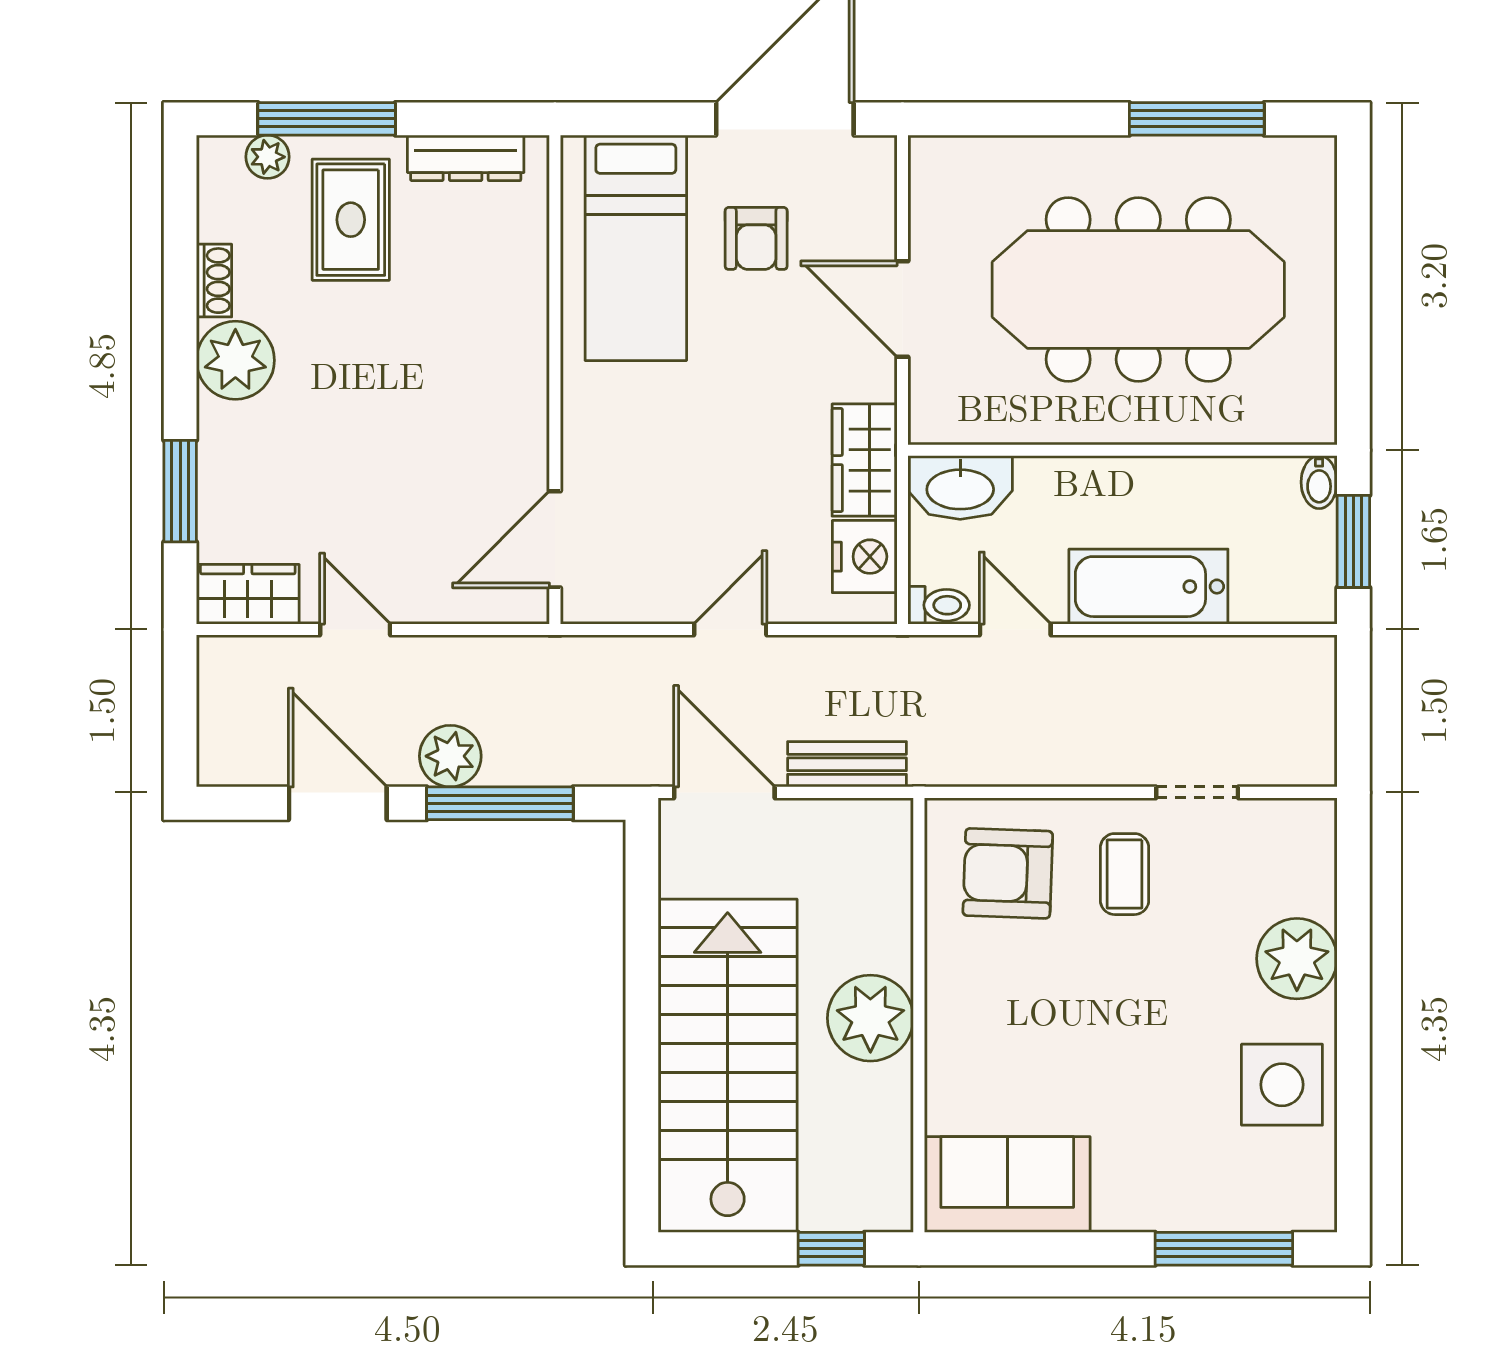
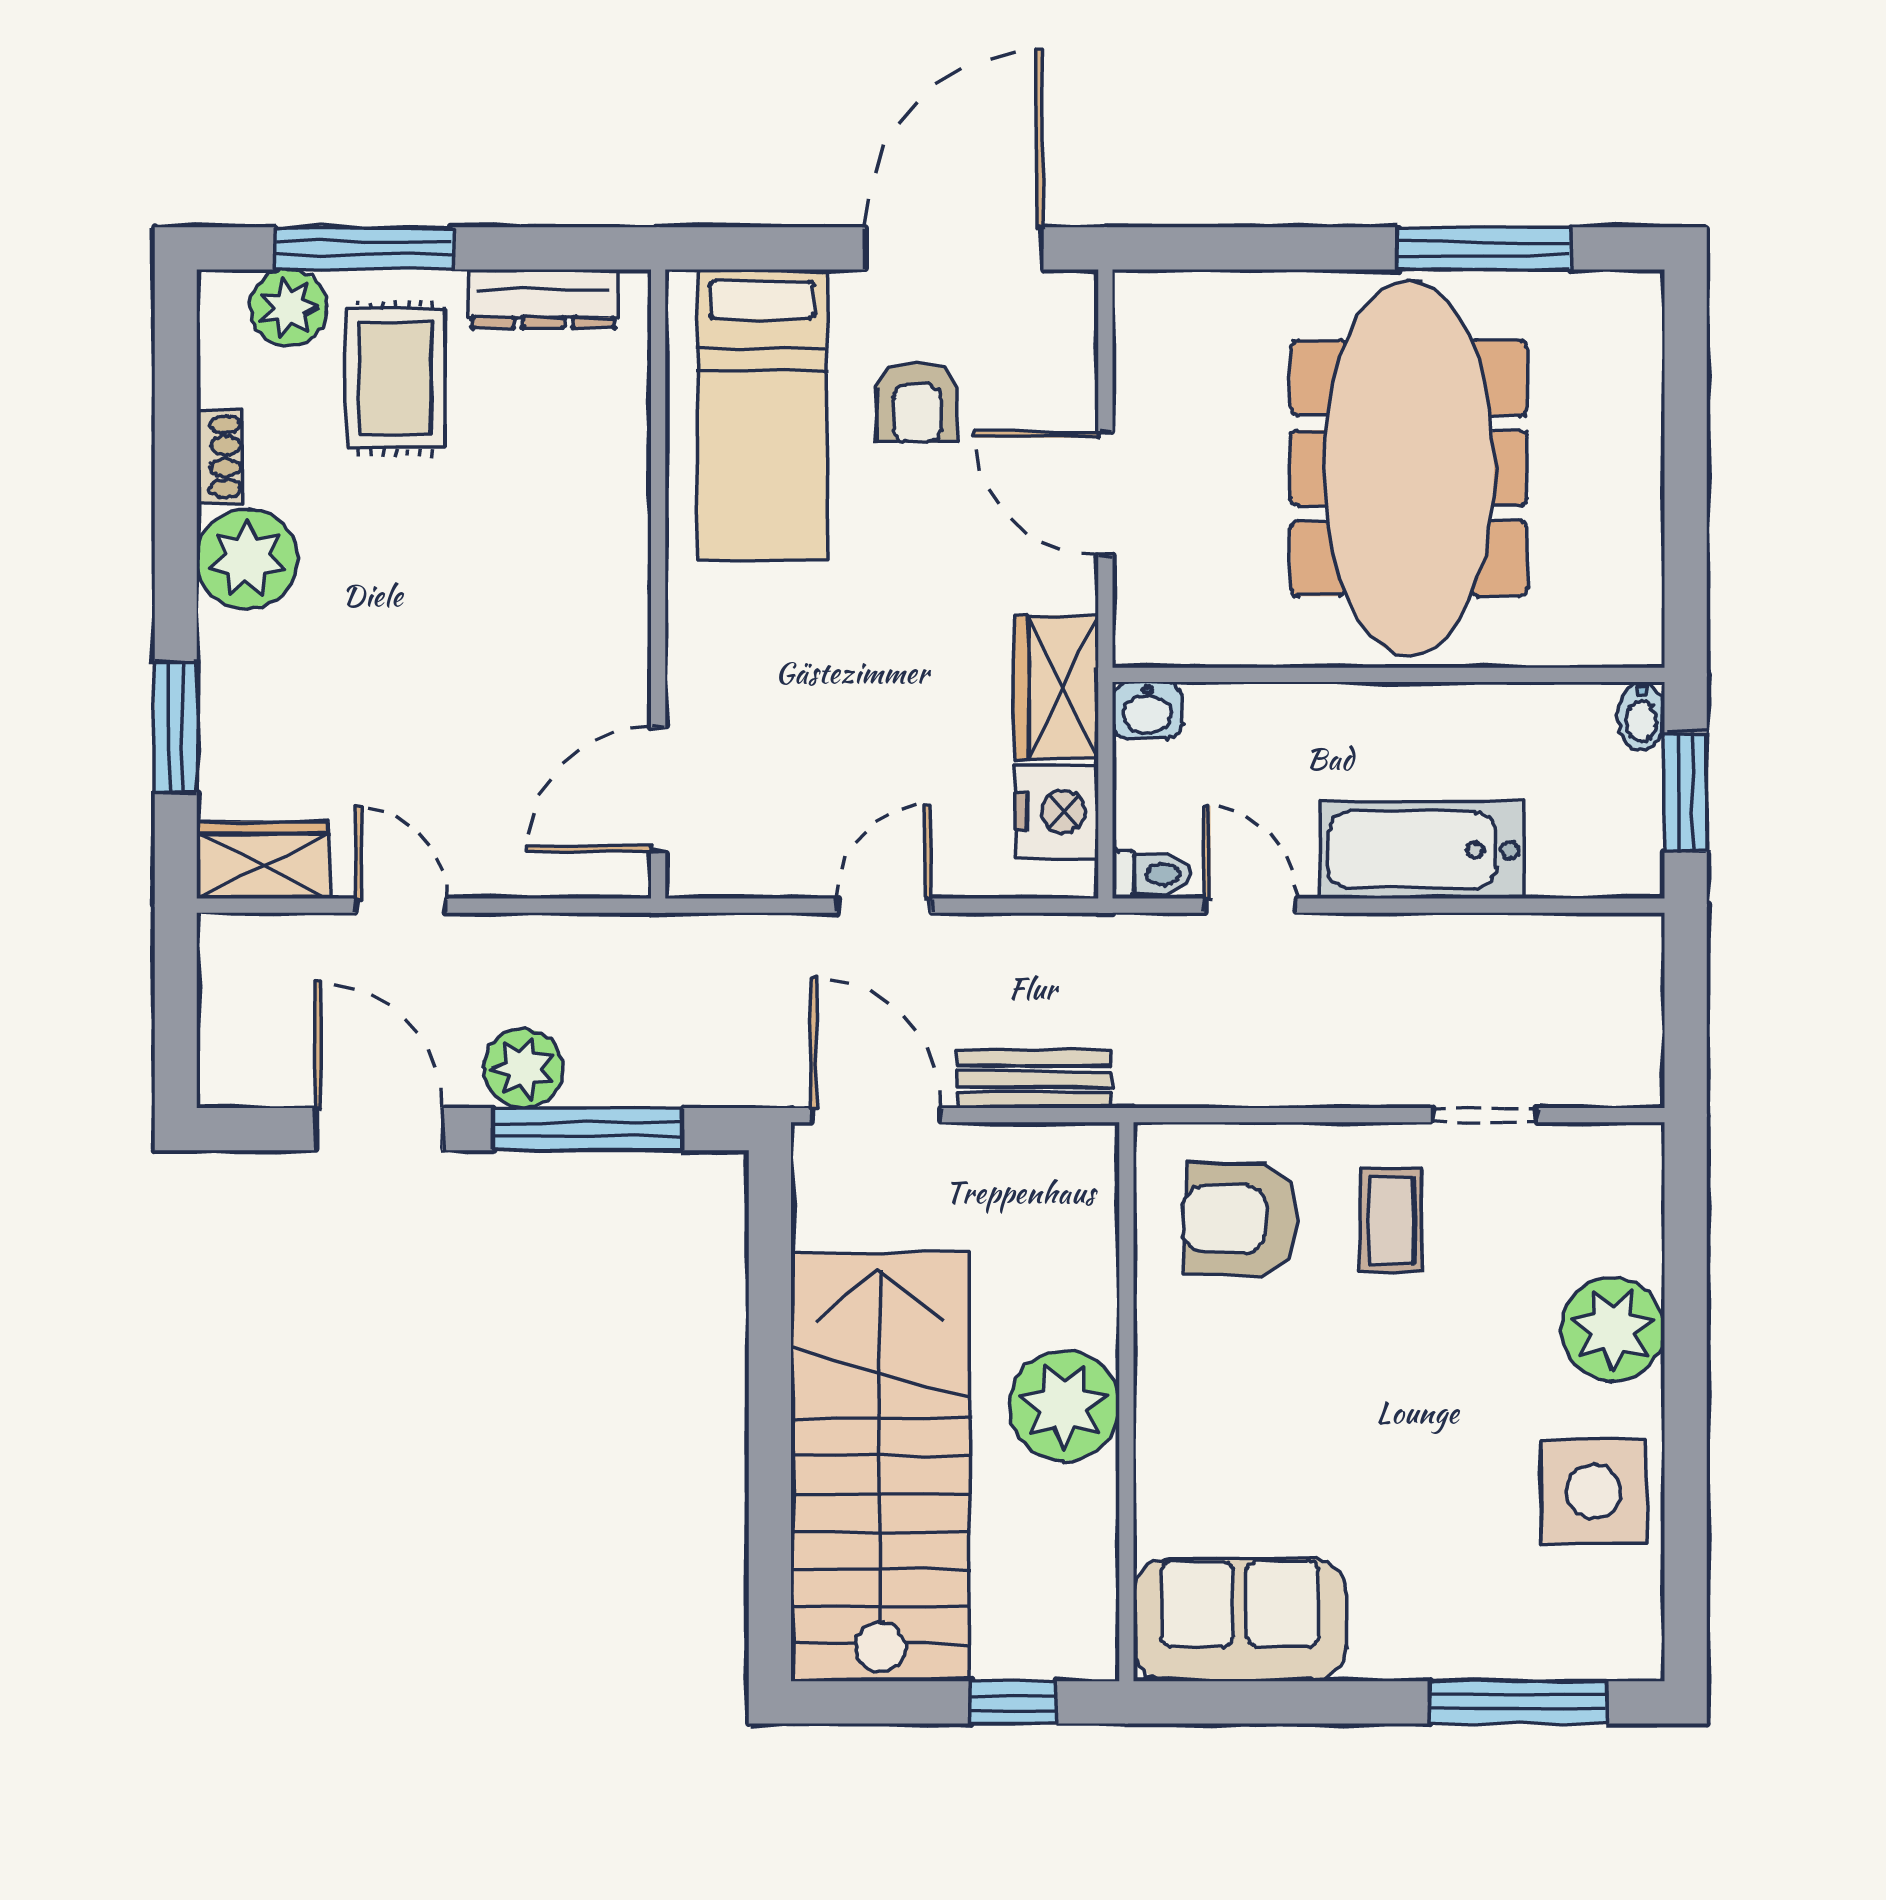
plant: (268, 157) -> (288, 308), width x1.38, depth x1.38
meeting table: (1138, 289) -> (1409, 468), turned 90
washbasin: (960, 488) -> (1148, 710), width x0.52, depth x0.69

